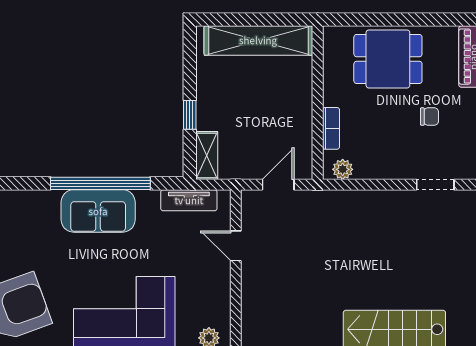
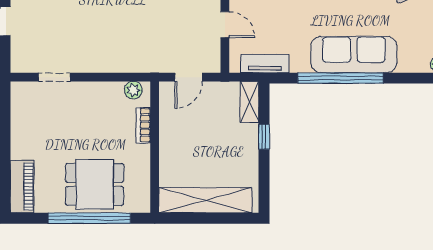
window: (394, 19) -> (89, 218), added
chair: (430, 117) -> (59, 135), removed
sofa: (98, 211) -> (354, 54), width x1.36

